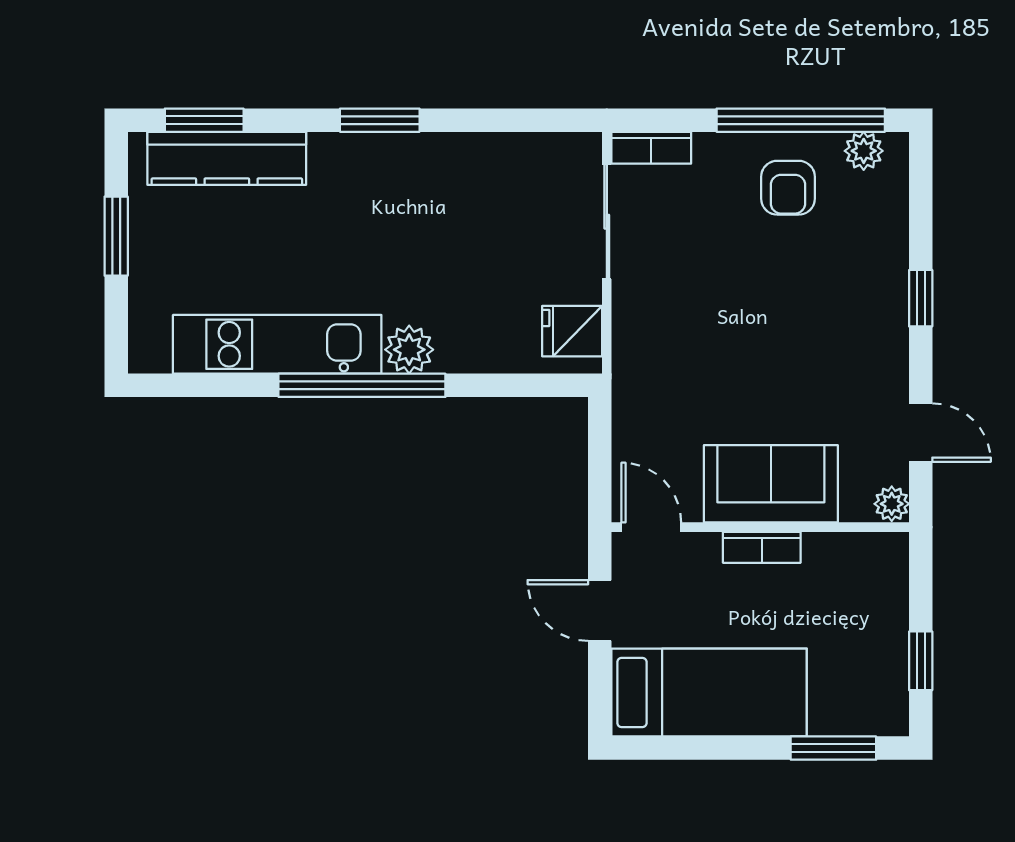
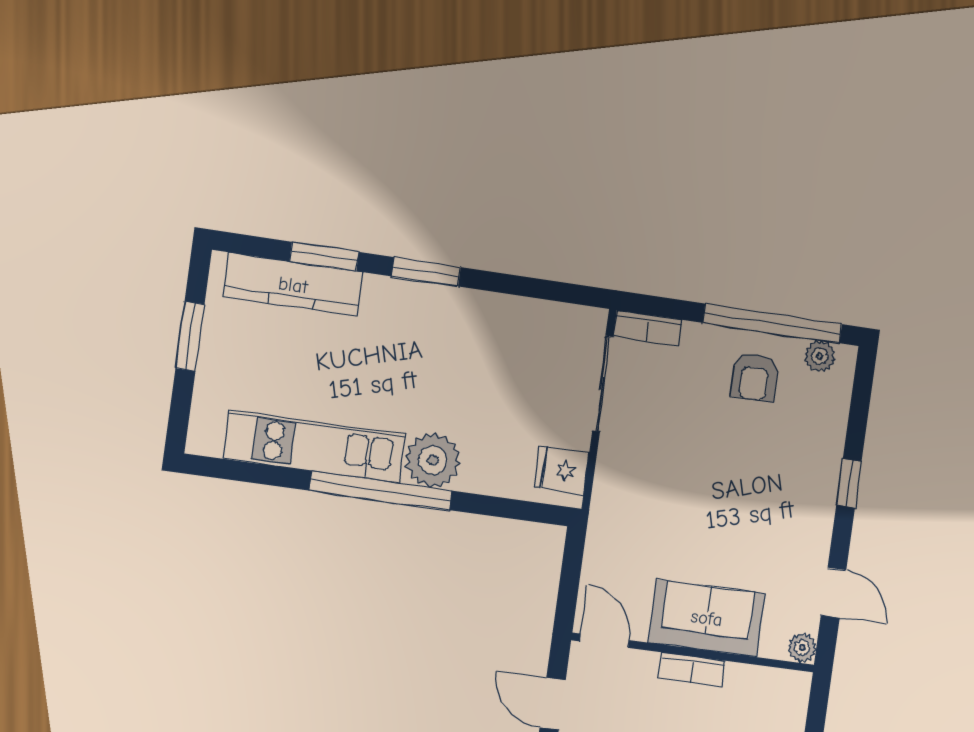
window: (204, 120) -> (324, 257), moved
plant: (409, 350) -> (433, 460), width x1.36, depth x1.36

